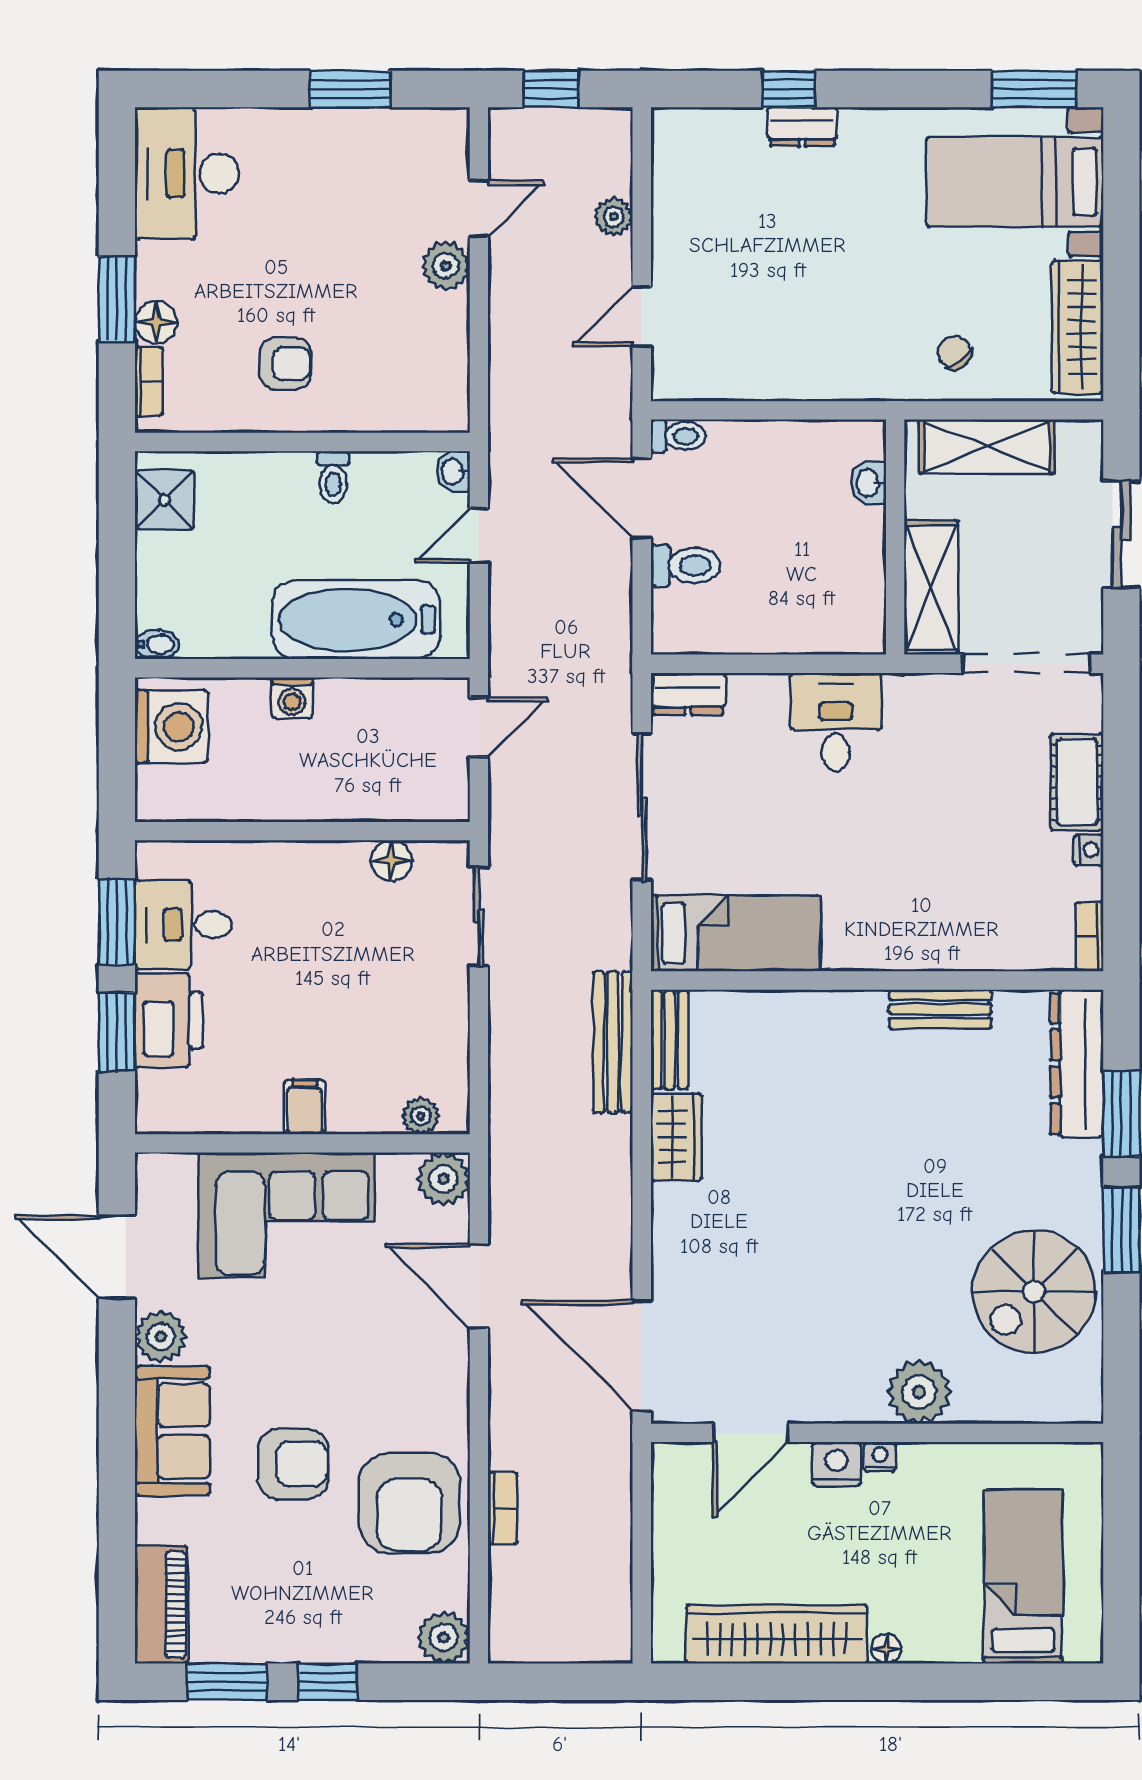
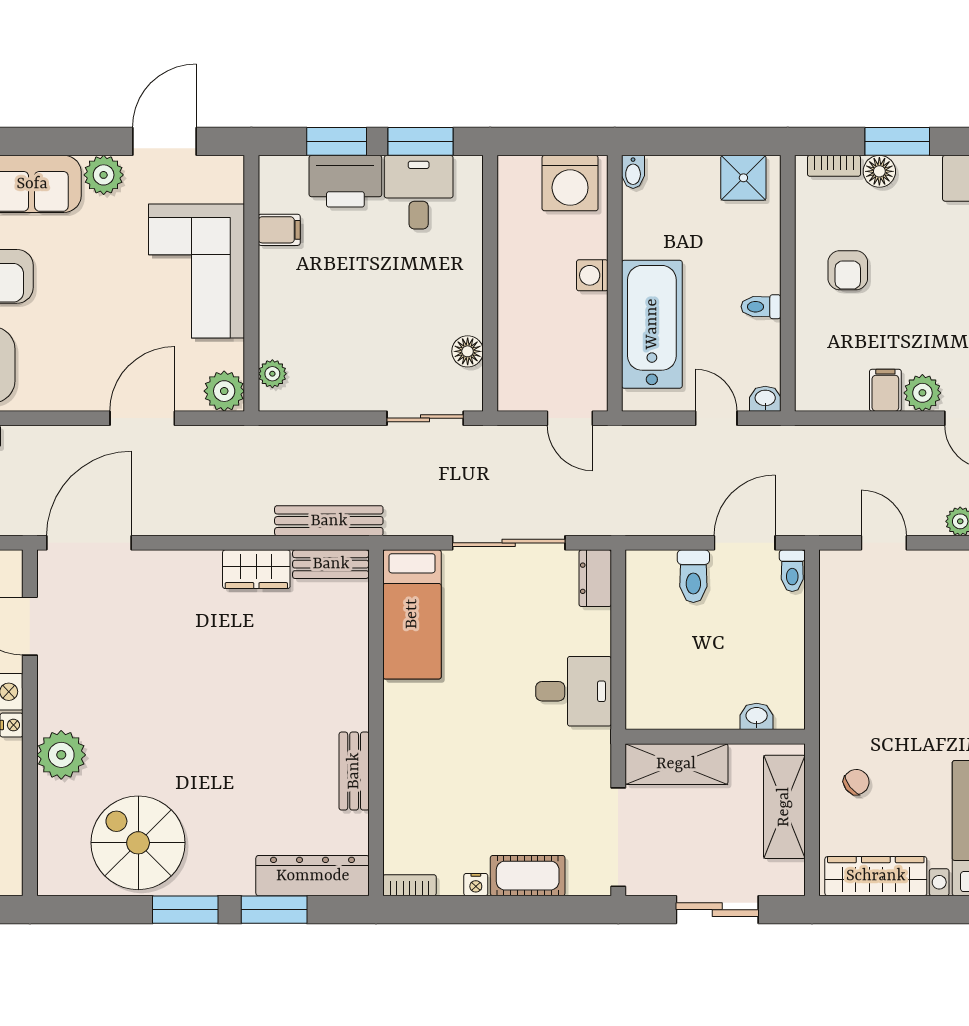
filing cabinet: (442, 314) -> (885, 390), added
filing cabinet: (305, 1107) -> (279, 230), moved

